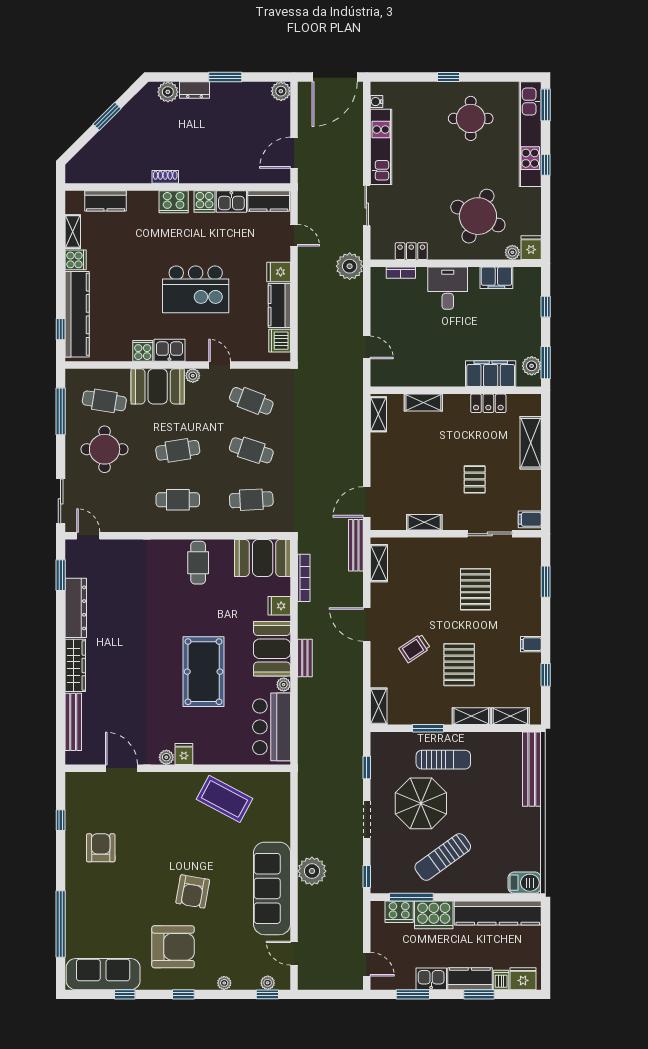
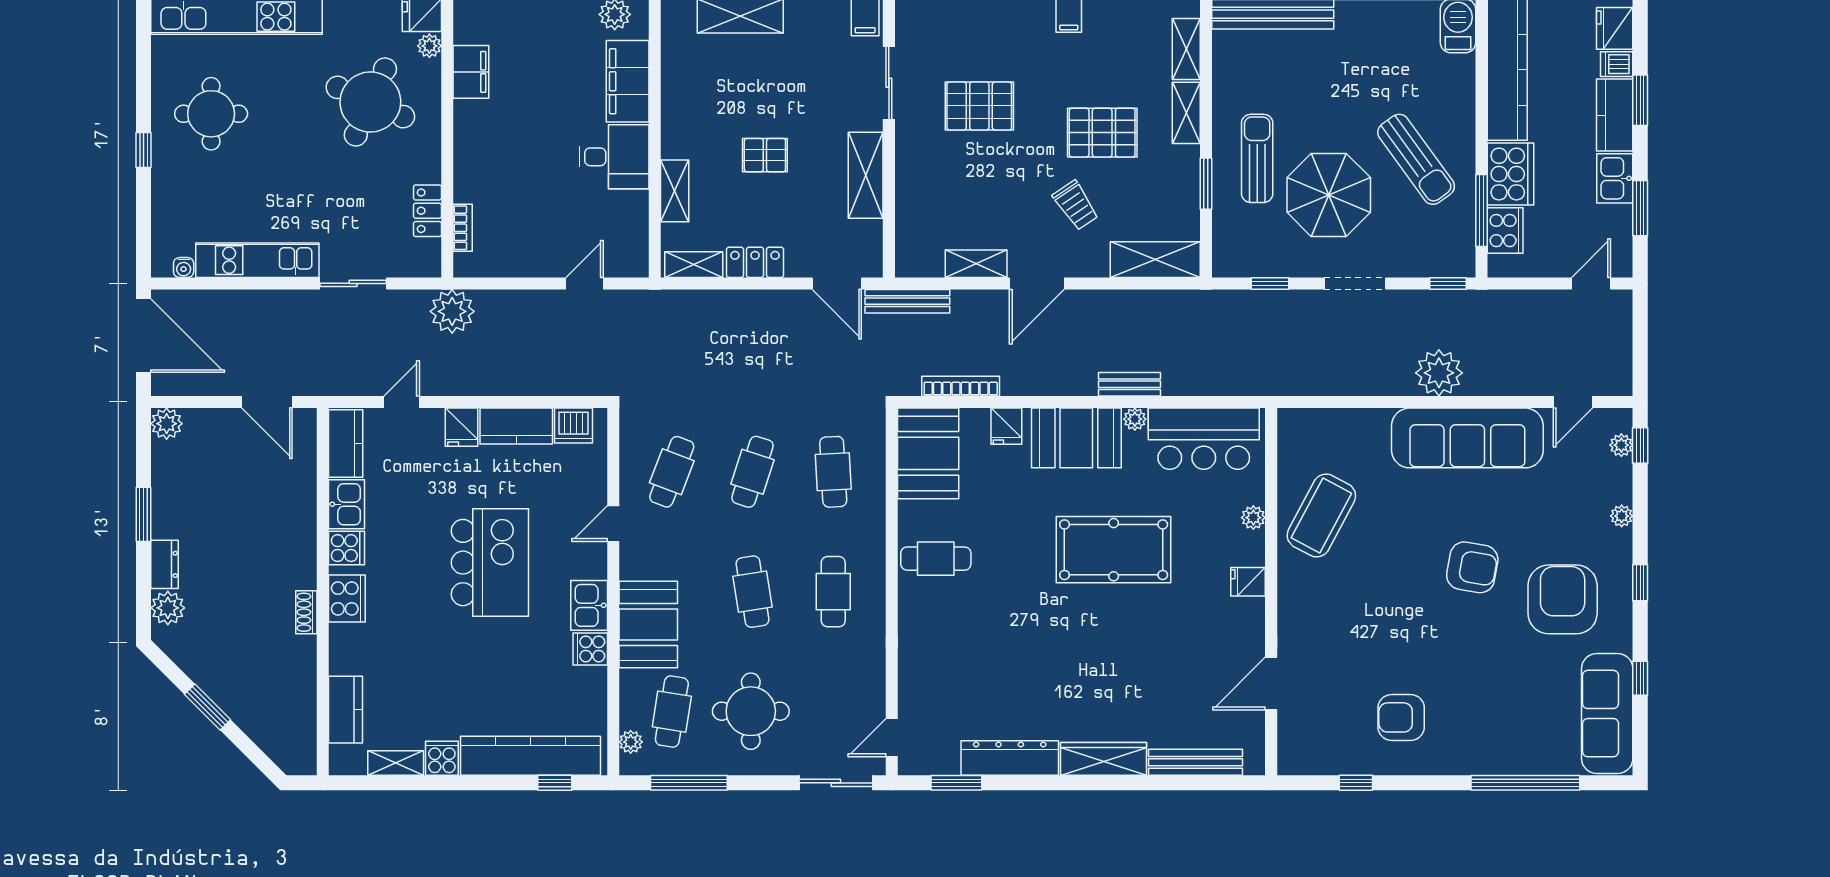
desk: (448, 288) -> (614, 157), moved, turned 180
plant: (193, 376) -> (631, 742), moved
locker: (488, 403) -> (755, 262), moved, turned -90
pallet: (475, 479) -> (765, 155), moved
shelving: (424, 522) -> (866, 175), width x1.50, depth x1.33
shelving: (379, 563) -> (976, 264), moved
bench: (305, 658) -> (1130, 384), moved
shelving: (379, 706) -> (1155, 260), width x1.50, depth x1.33
plant: (166, 757) -> (1253, 518), moved

